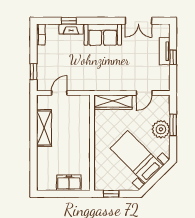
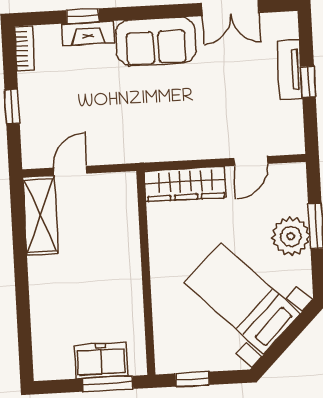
window: (34, 72) -> (12, 107), moved
shelving: (44, 128) -> (40, 215), moved
window: (71, 194) -> (108, 384), added

